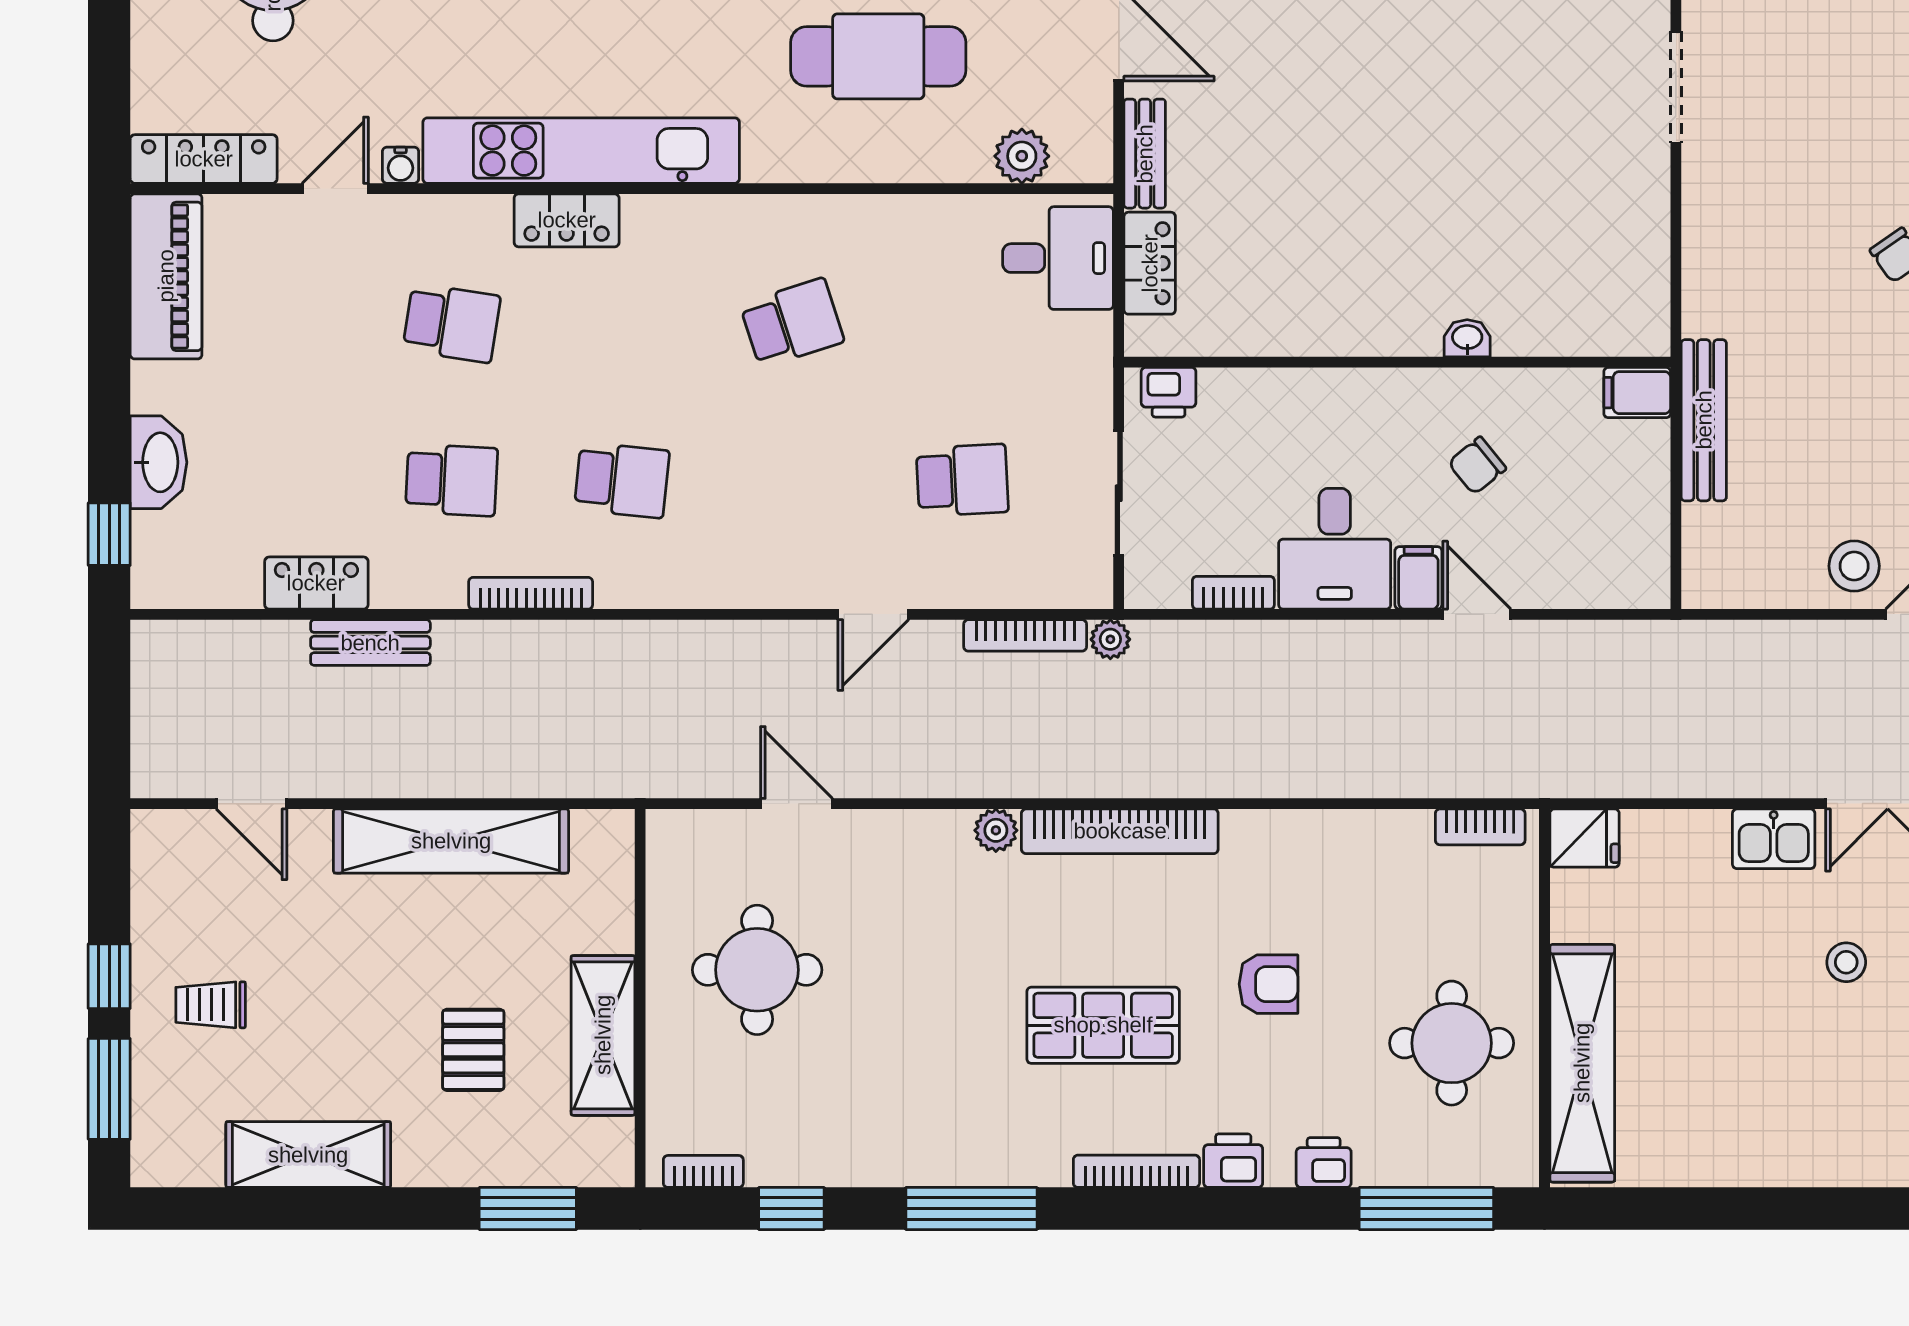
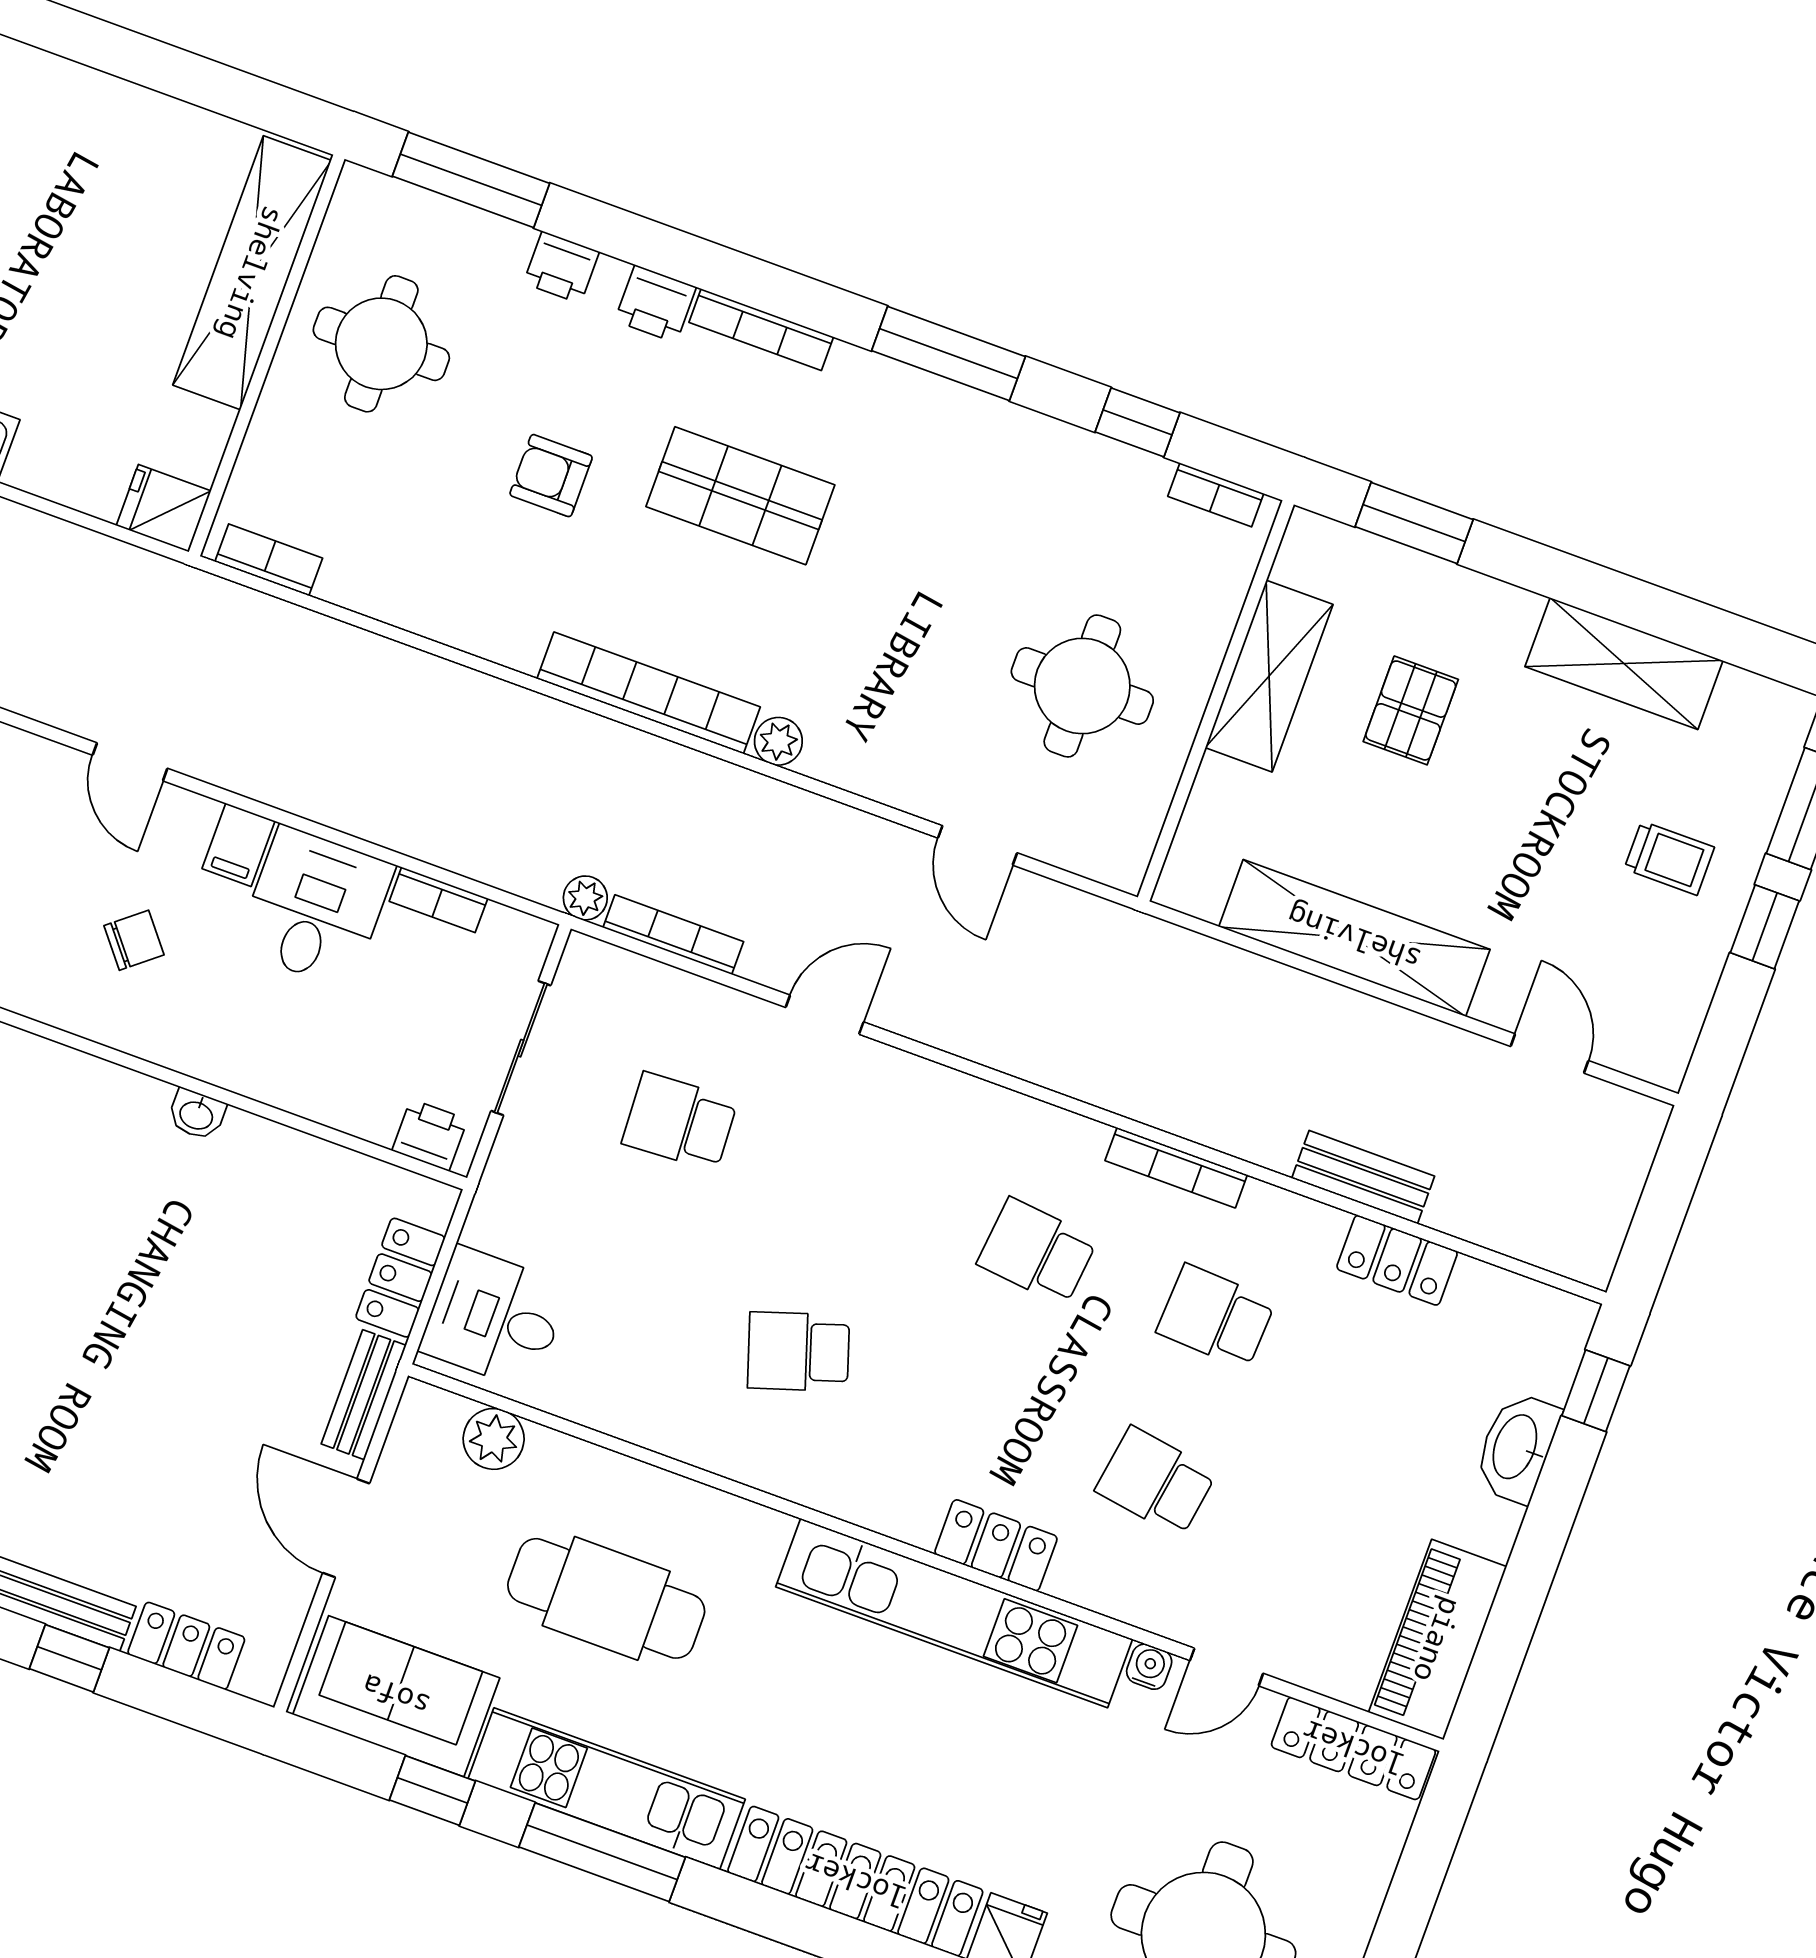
washbasin: (1467, 338) -> (197, 1114), moved
door: (1477, 614) -> (130, 762), moved

